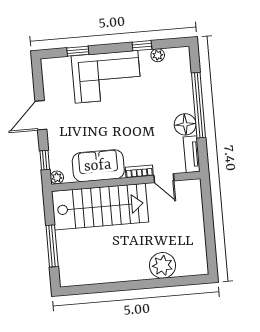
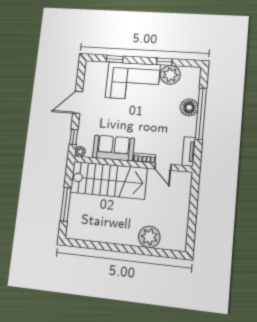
plant: (158, 55) -> (170, 75), width x1.87, depth x1.87
floor lamp: (185, 124) -> (189, 107), moved

